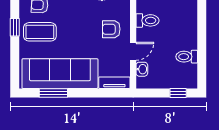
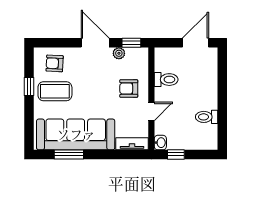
washbasin: (142, 69) -> (160, 143), moved
window: (178, 93) -> (176, 154), moved

